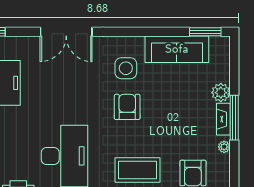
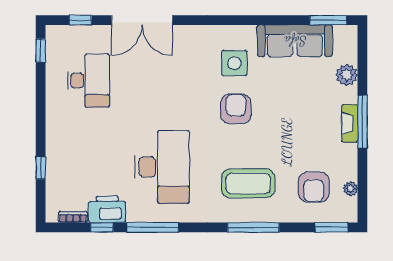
double door: (66, 32) -> (142, 20), moved
plant: (221, 93) -> (347, 75), moved
plant: (224, 147) -> (351, 189), moved

